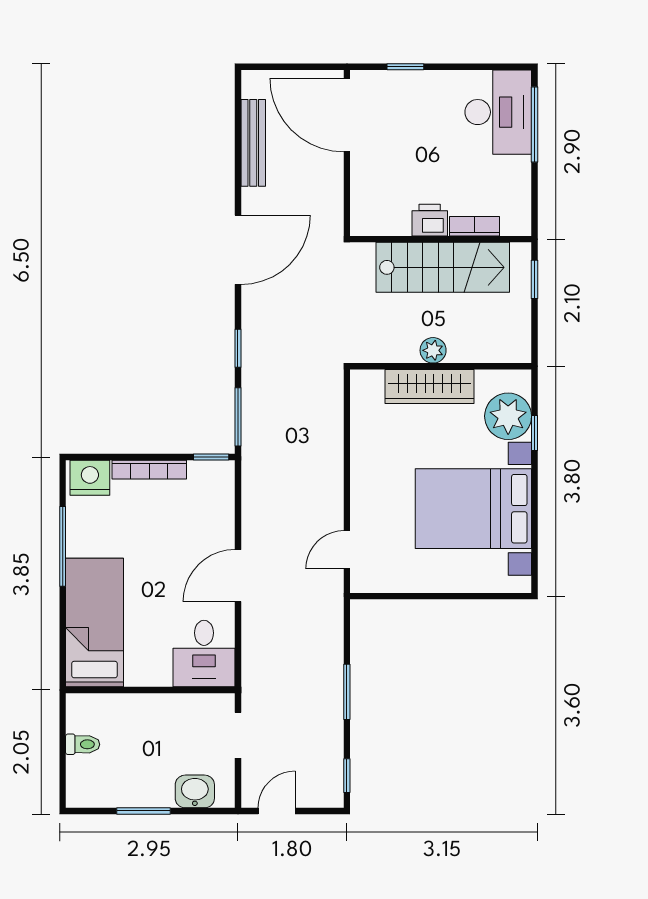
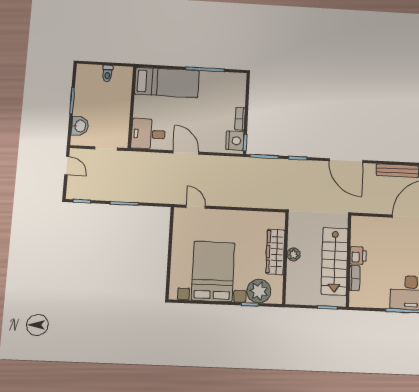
bookcase: (149, 470) -> (240, 119), width x0.64
nightstand: (90, 478) -> (235, 141), moved

